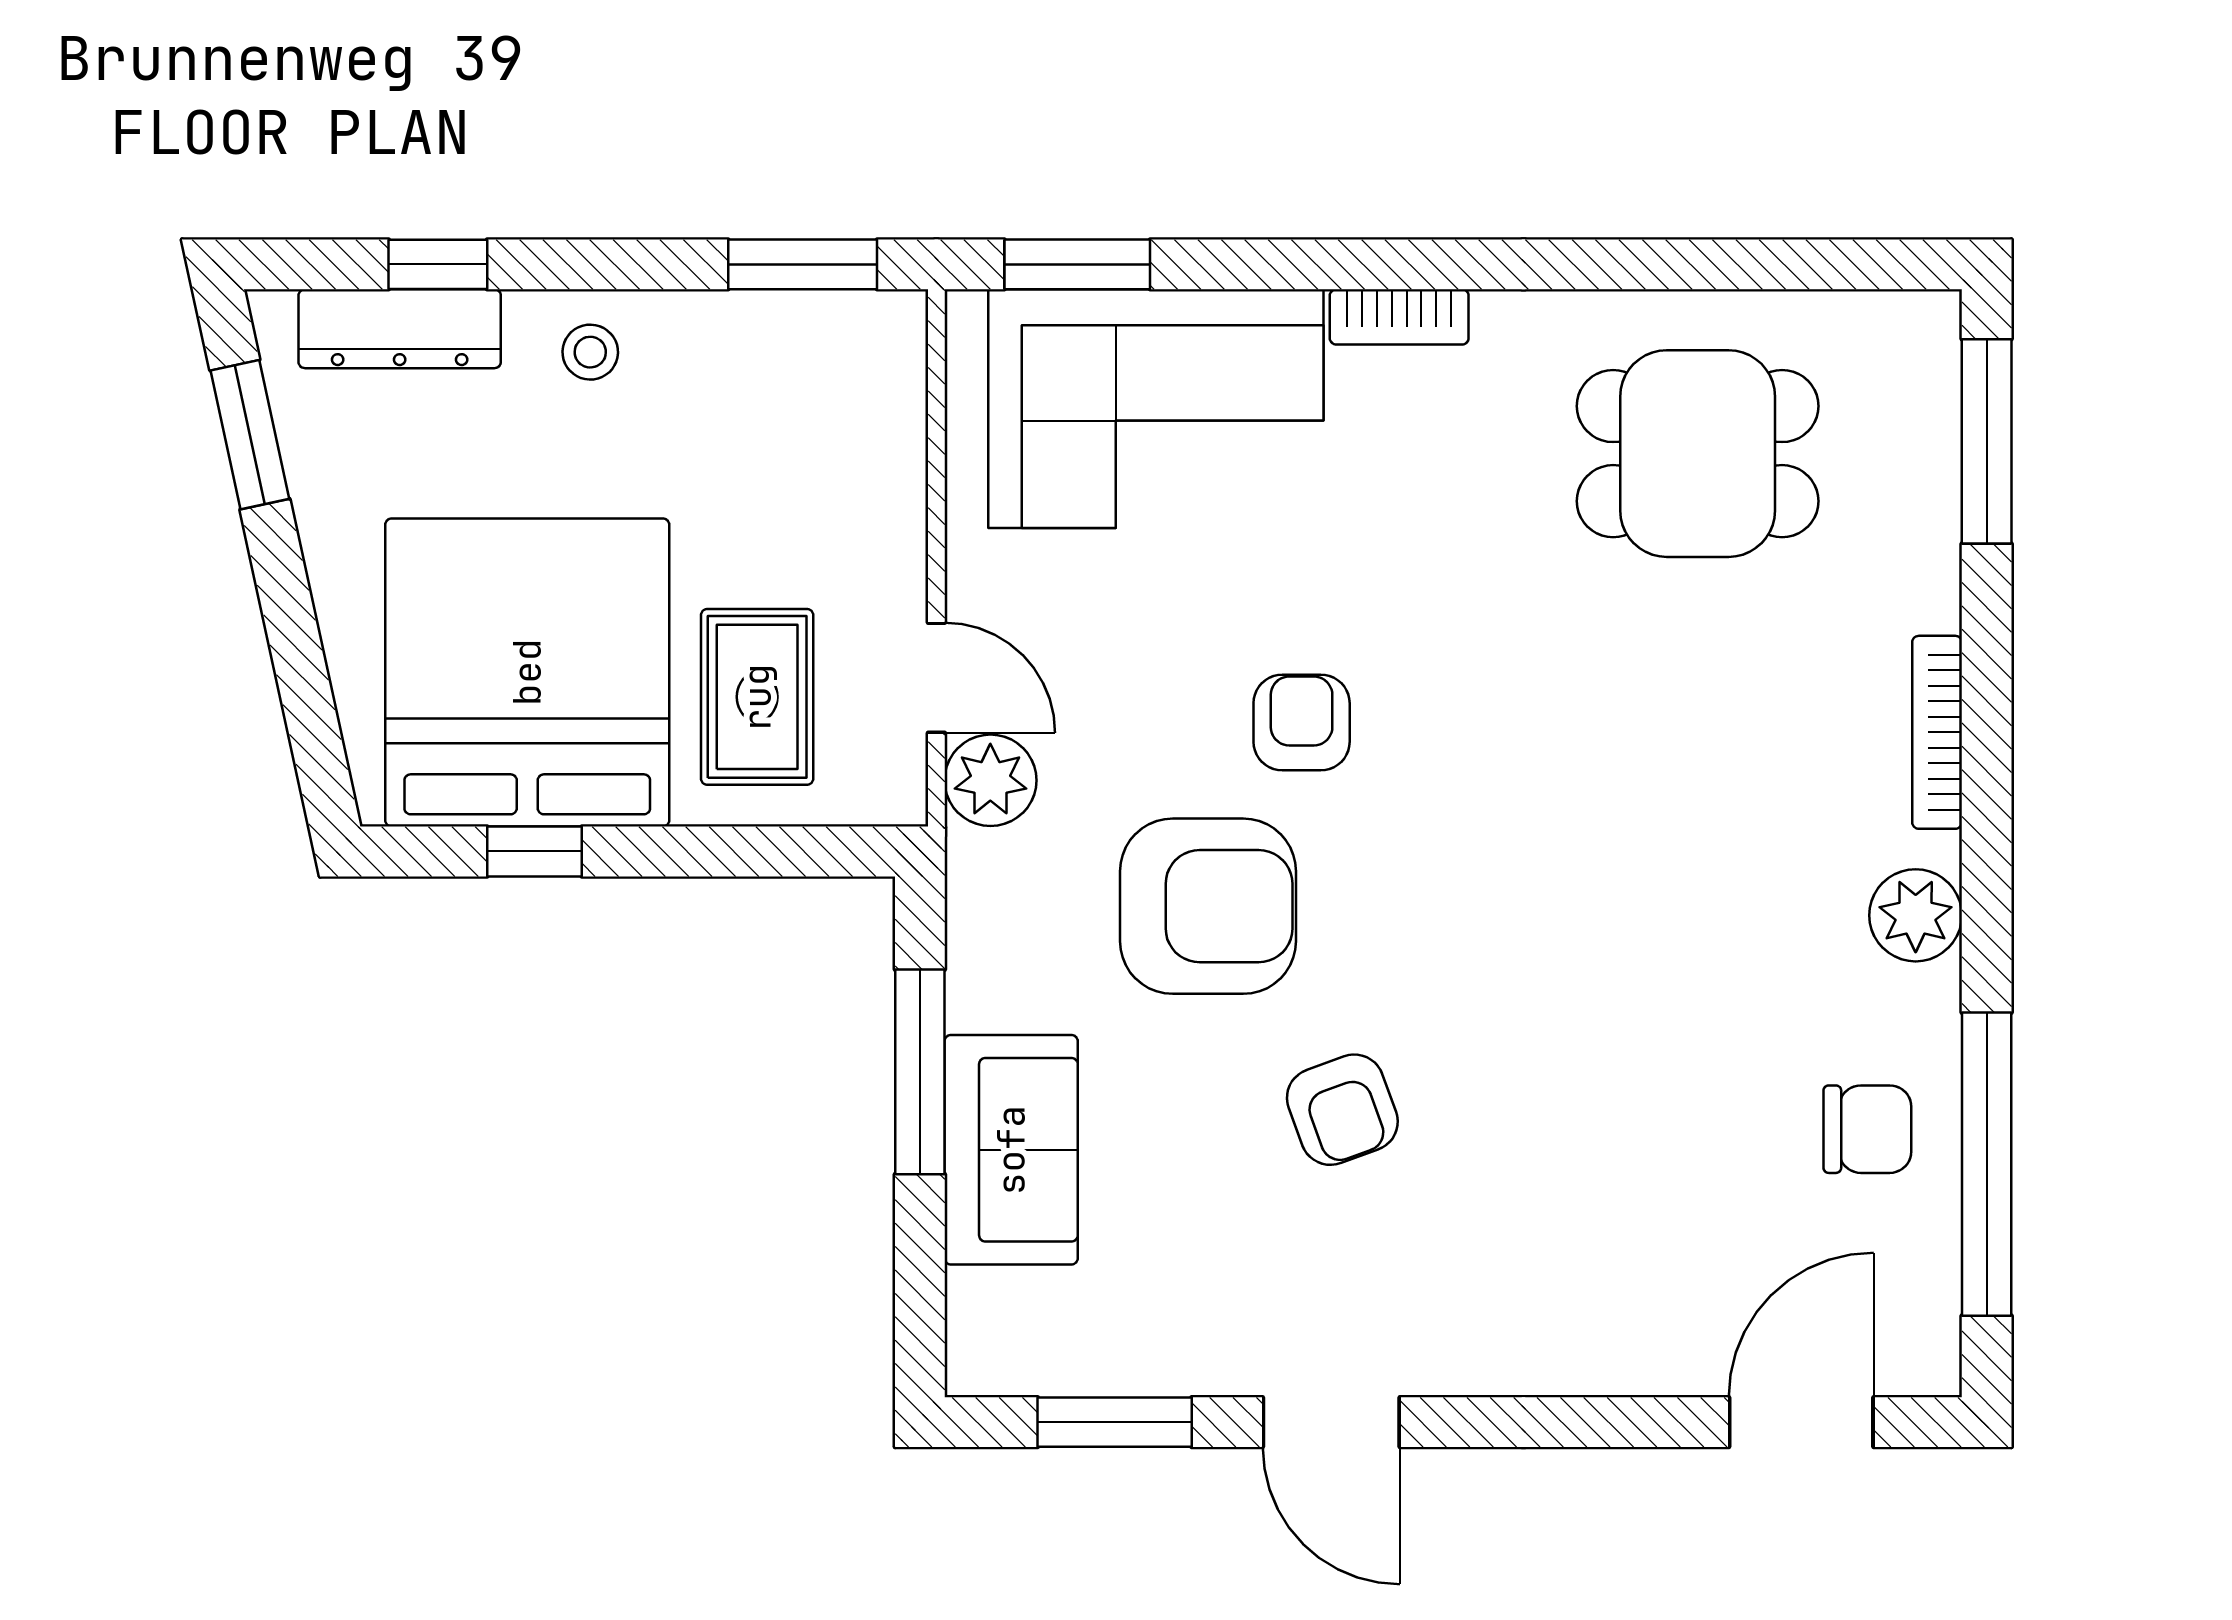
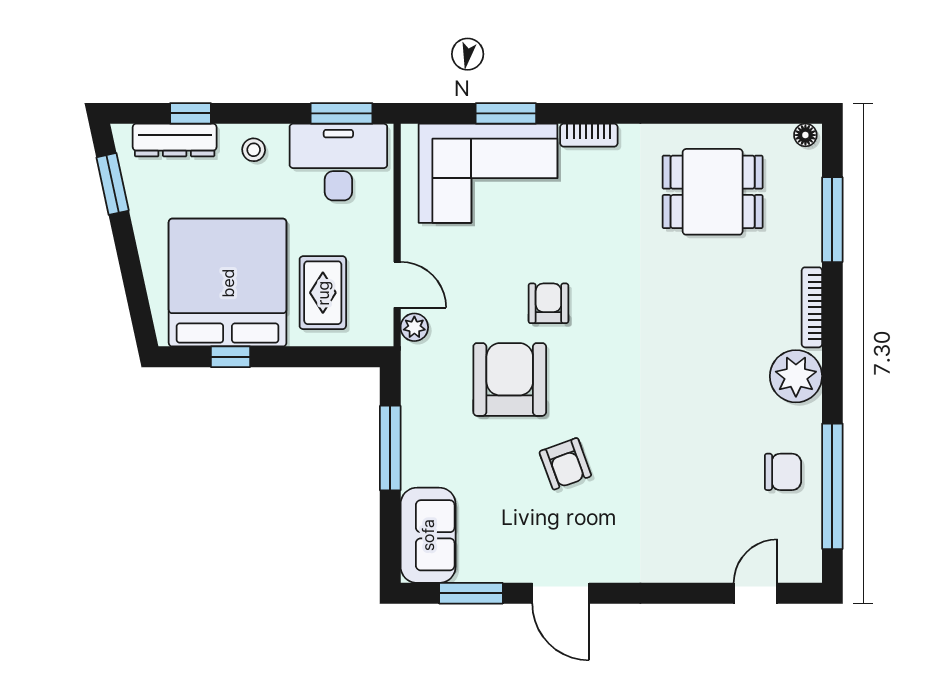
window: (1077, 264) -> (506, 113), moved
floor lamp: (1921, 317) -> (805, 135), added
desk: (795, 382) -> (338, 162), added
window: (1987, 441) -> (832, 220), moved
plant: (990, 780) -> (414, 327), width x0.73, depth x0.73
armchair: (1208, 906) -> (510, 379), turned -90
plant: (1916, 915) -> (796, 376), width x1.36, depth x1.36
sofa: (1011, 1150) -> (428, 535), moved
door: (1801, 1422) -> (756, 593), width x0.73

